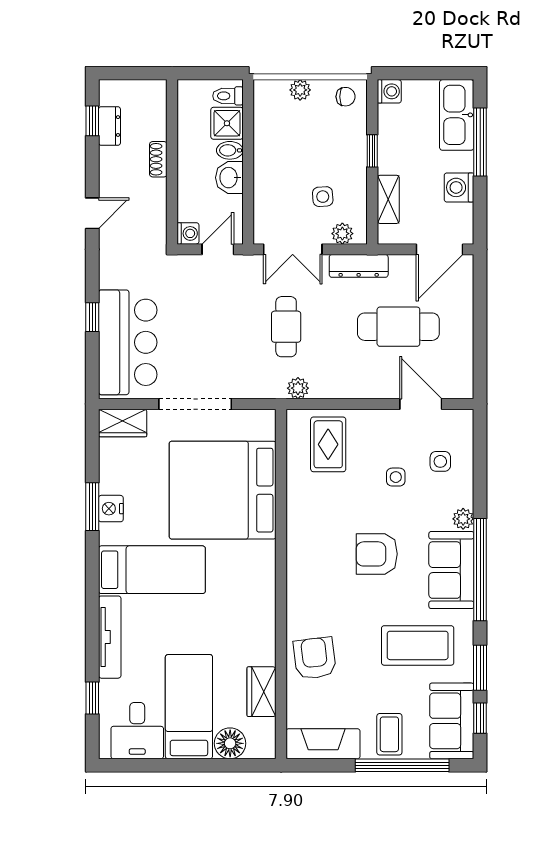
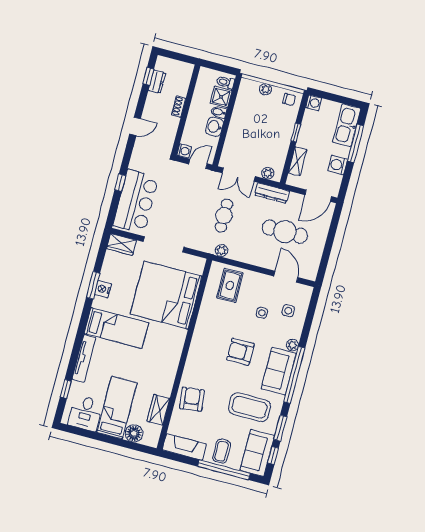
side table: (323, 197) -> (262, 150), removed

